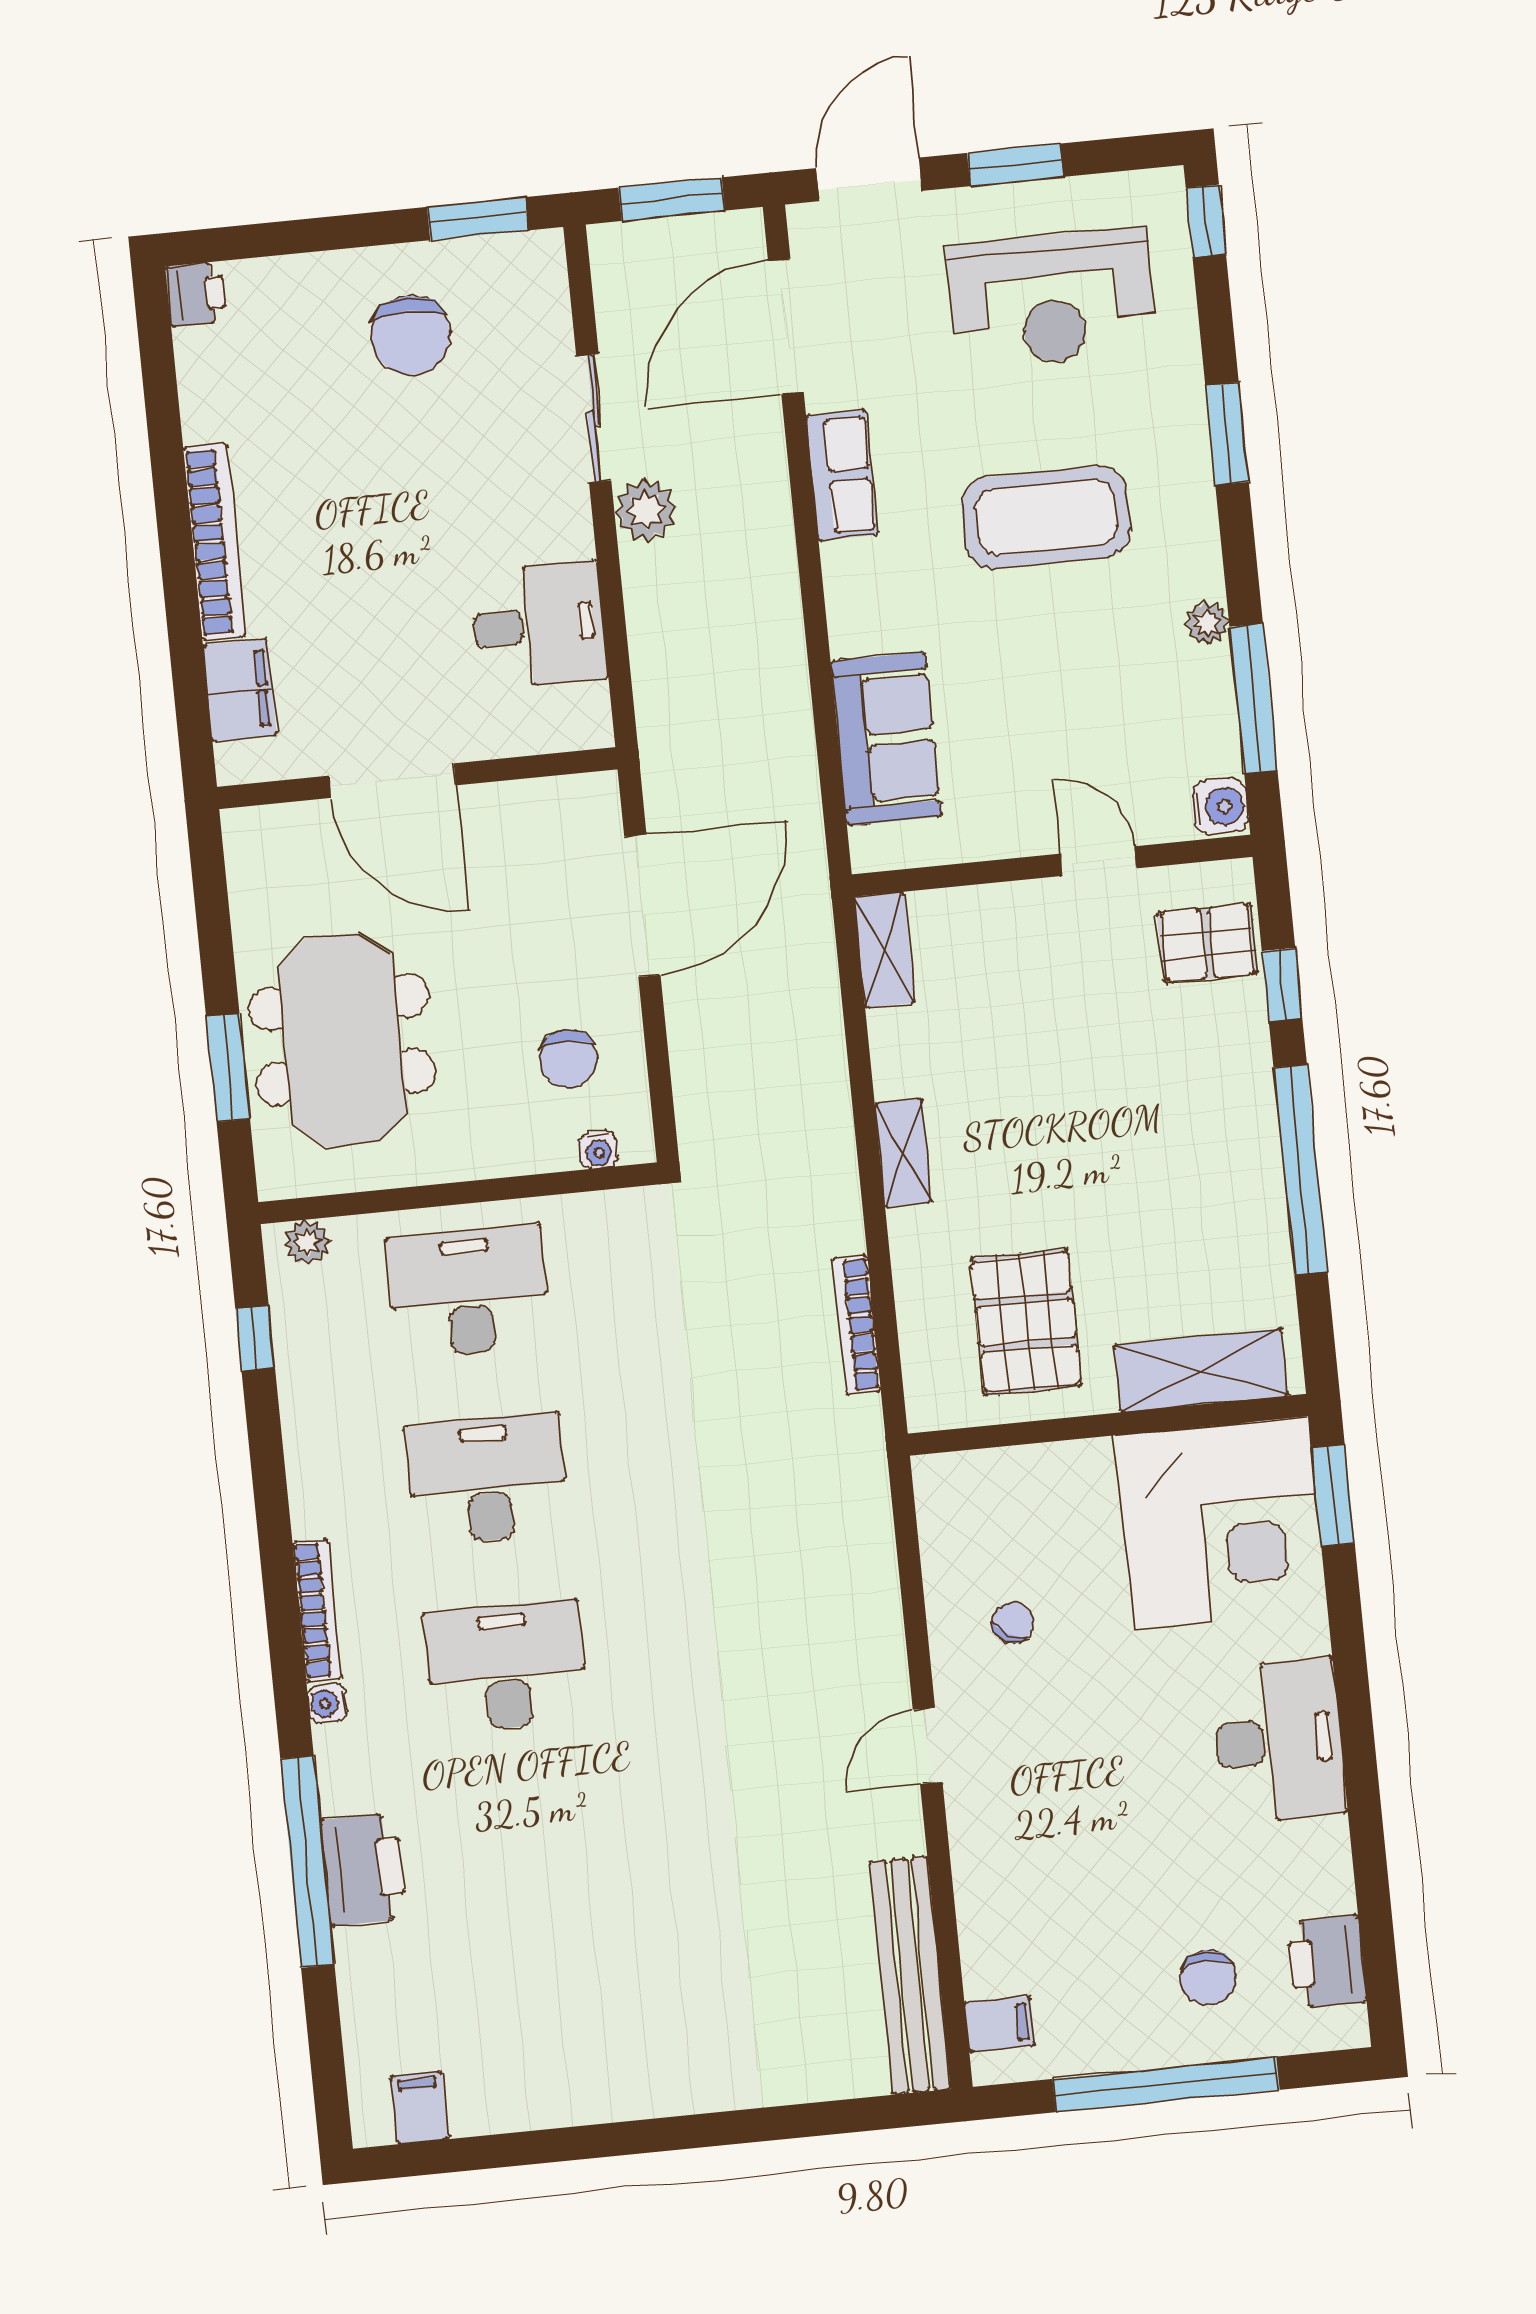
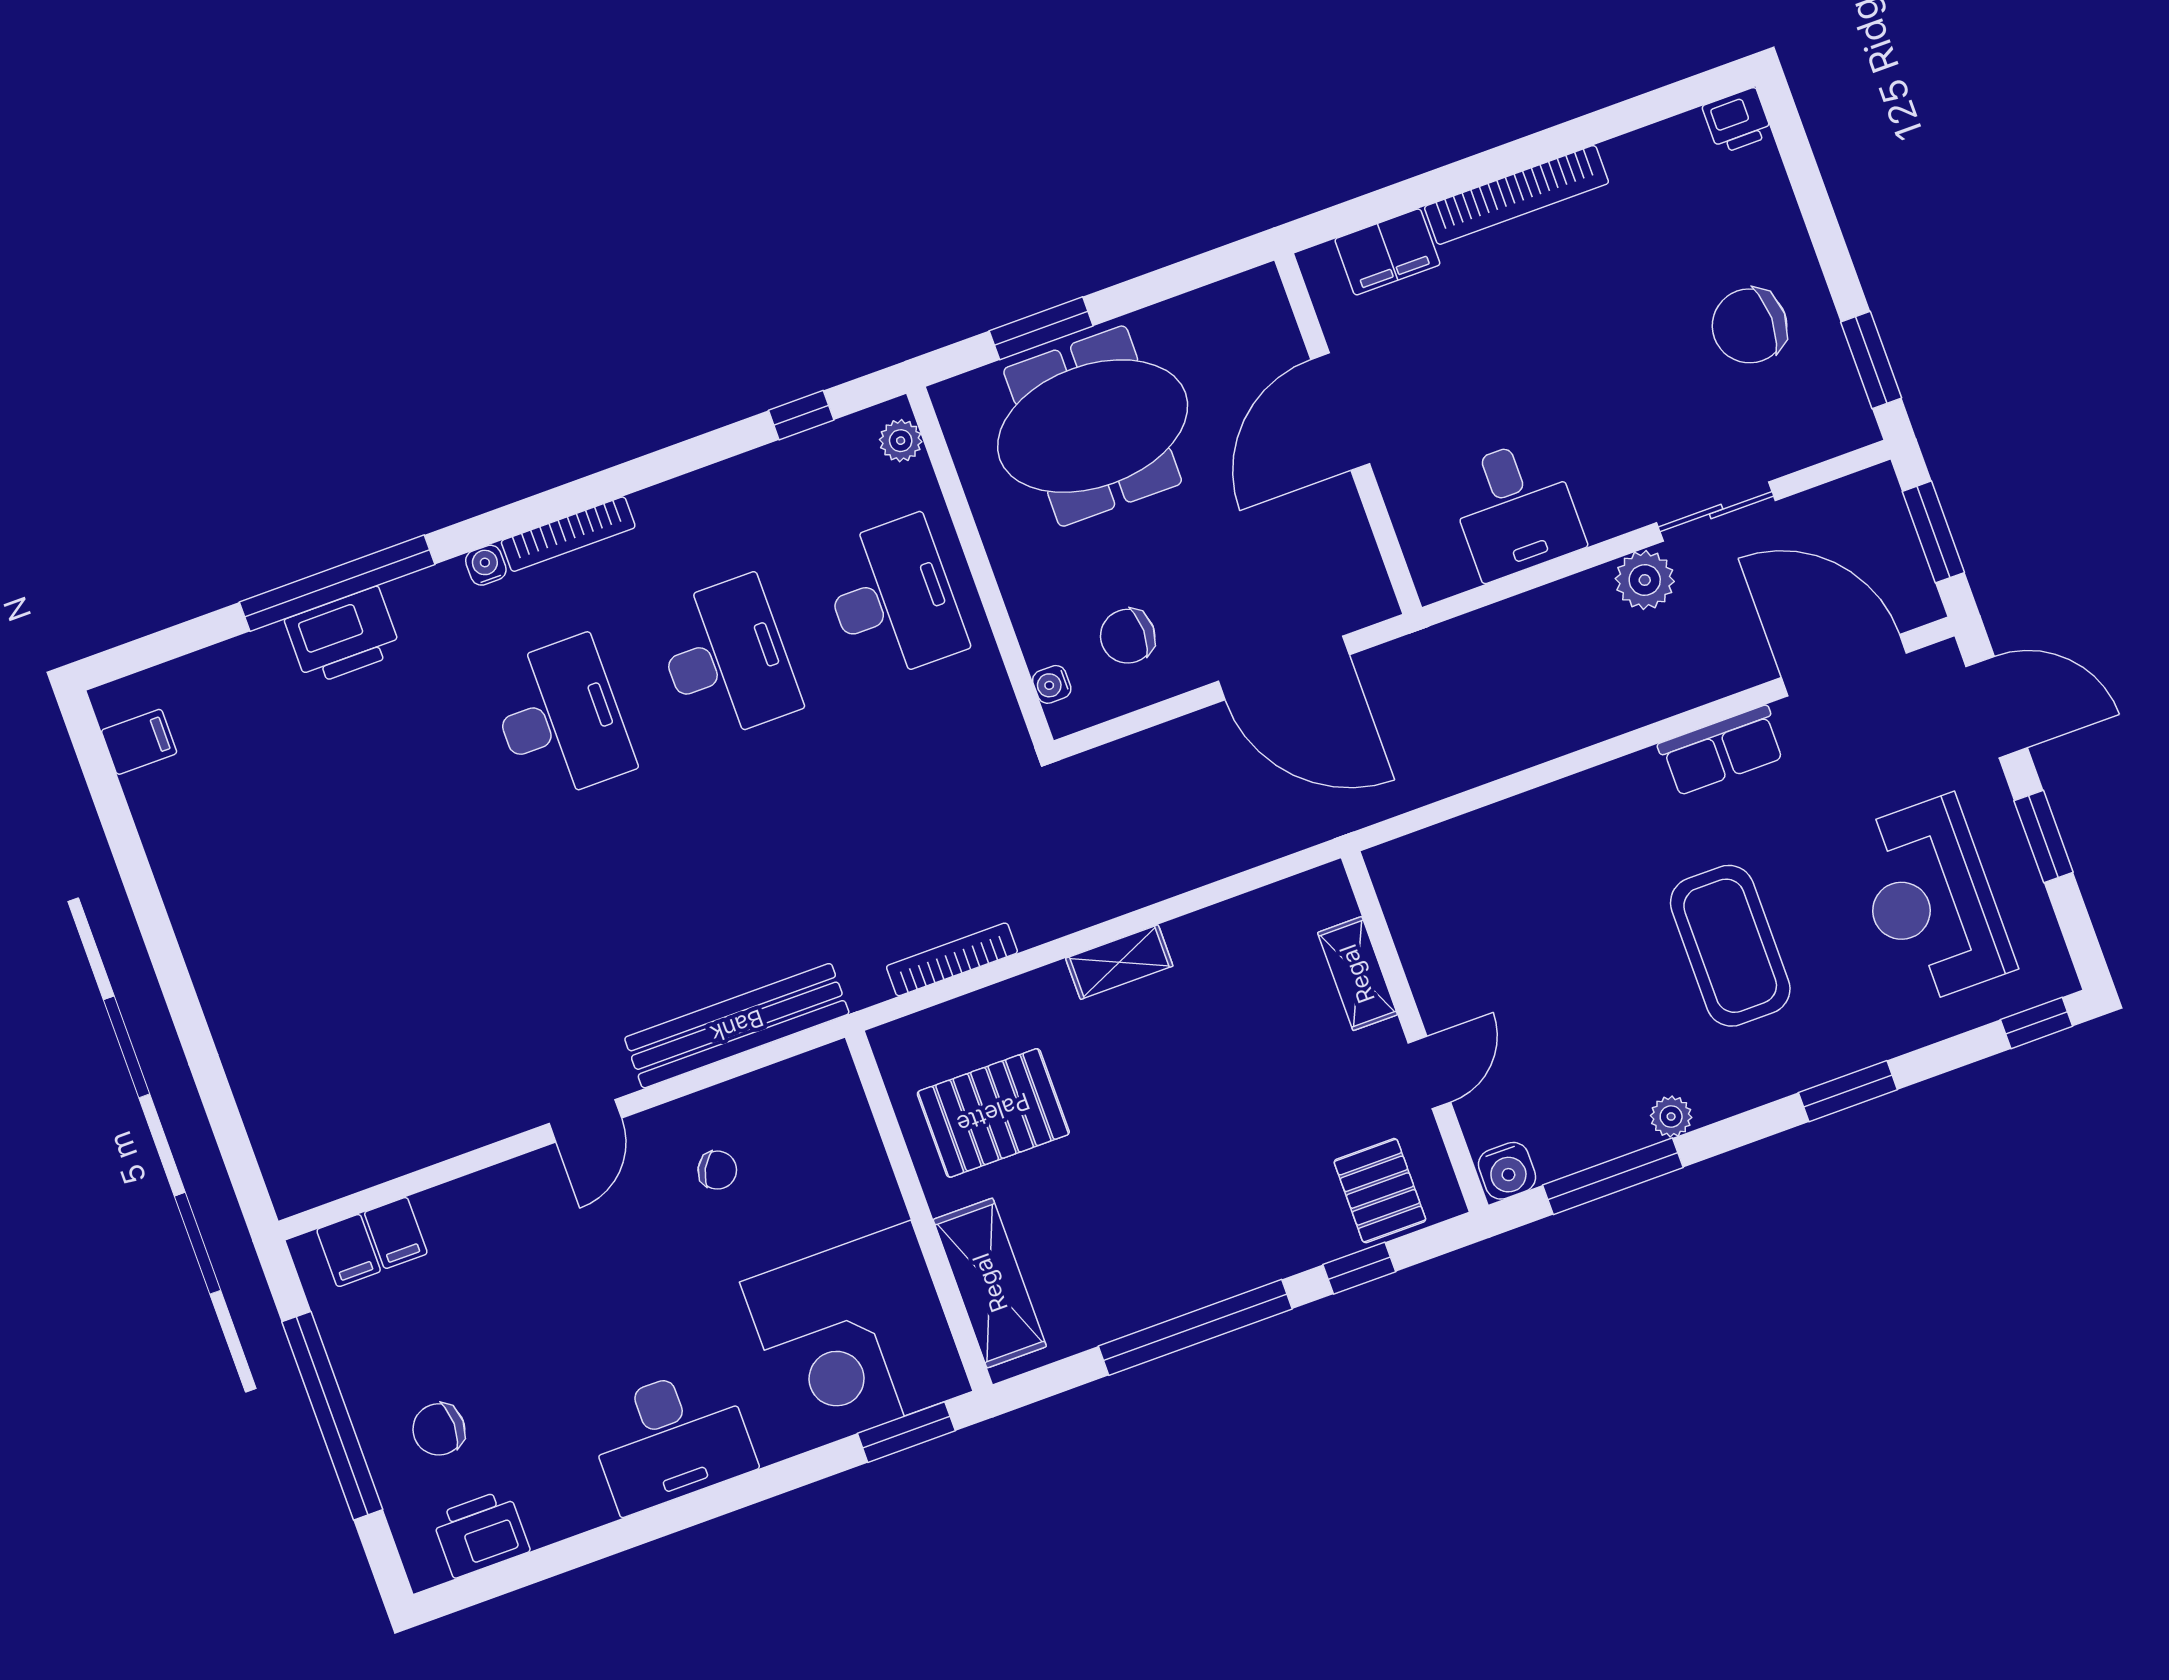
sofa: (886, 739) -> (1492, 851), removed
shelving: (885, 950) -> (1357, 974), moved, turned 90
door: (928, 1746) -> (585, 1121), swing flipped
filing cabinet: (994, 1971) -> (396, 1233), added
bench: (910, 1975) -> (737, 1026), moved

